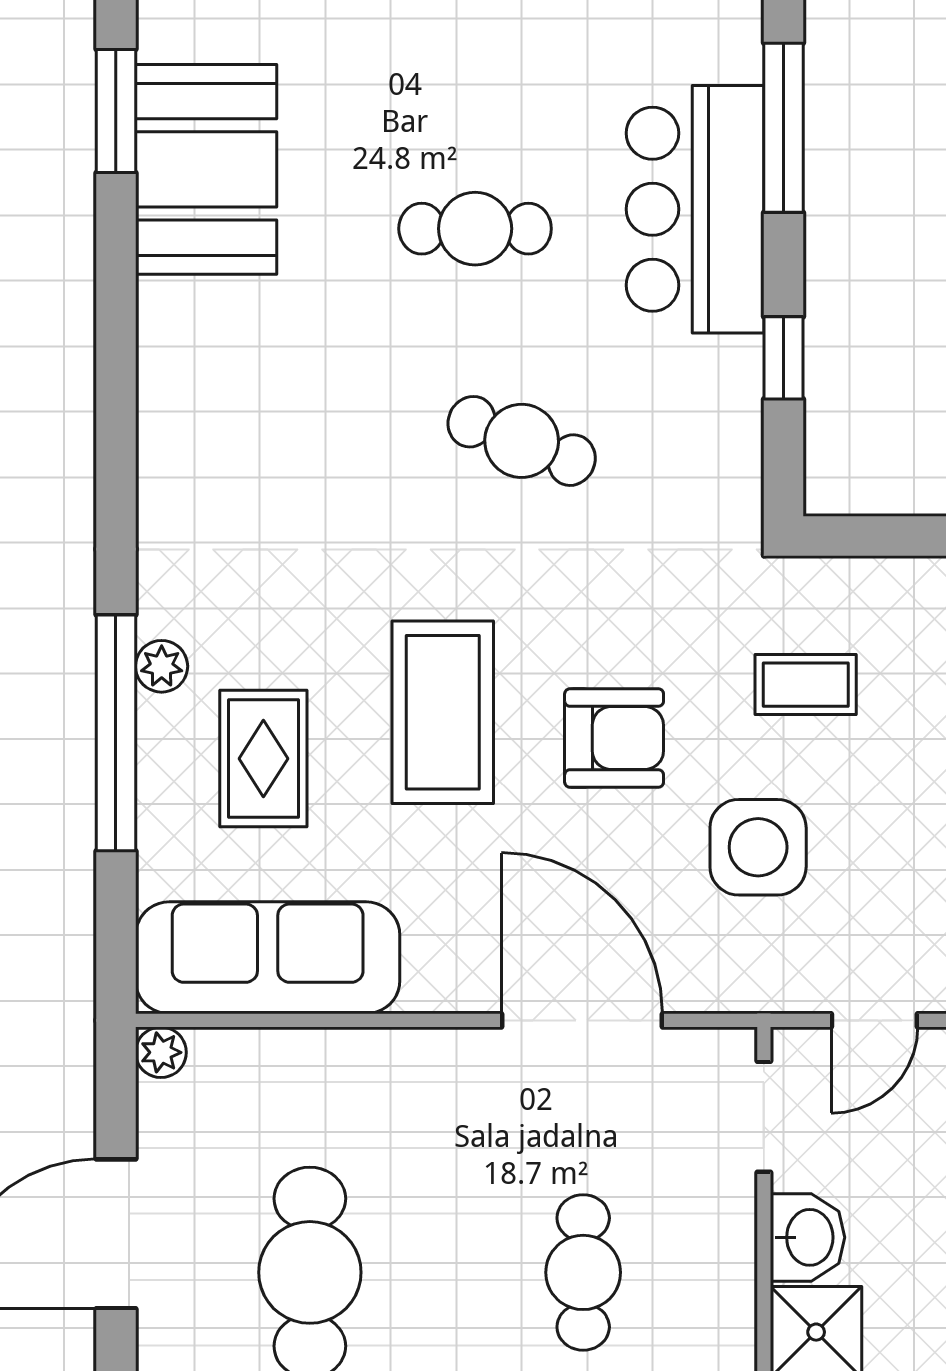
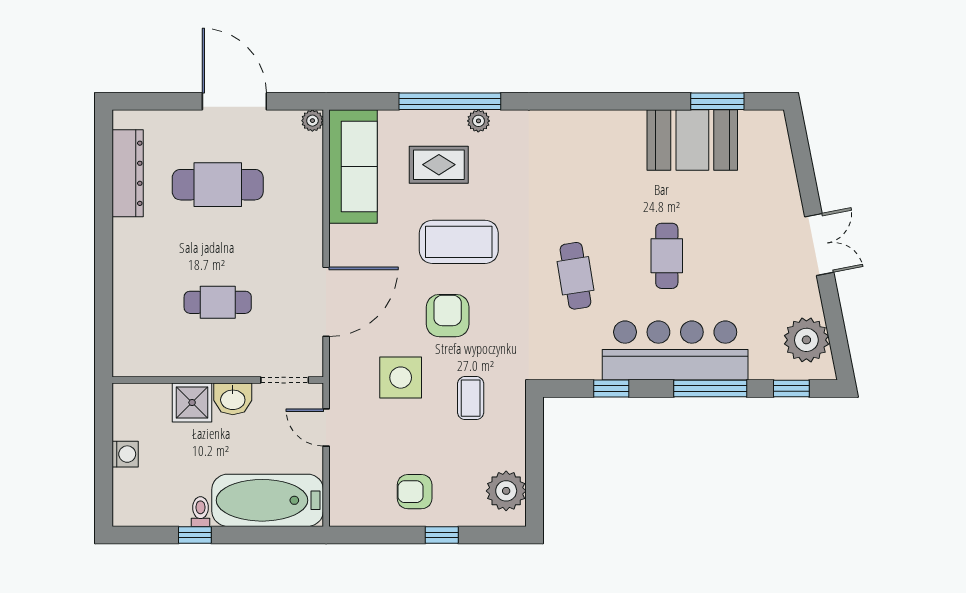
bar counter: (695, 209) -> (675, 350), width x1.36
cafe table: (522, 441) -> (575, 276), turned -30
armchair: (614, 738) -> (448, 316), turned 180

